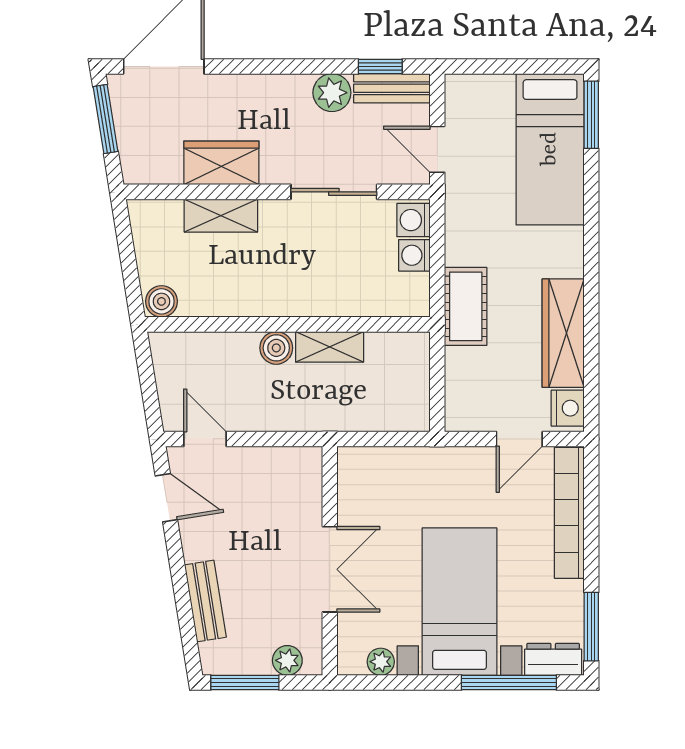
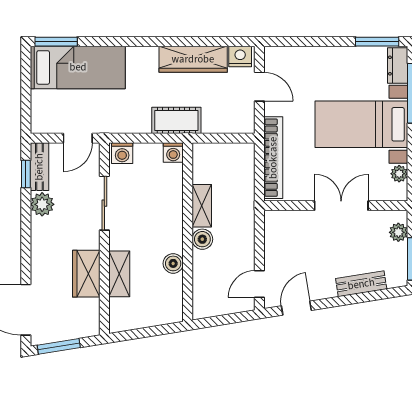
washing machine: (414, 255) -> (173, 153), moved
boiler: (161, 301) -> (173, 263), moved
bookcase: (569, 513) -> (273, 158), moved, turned -90

